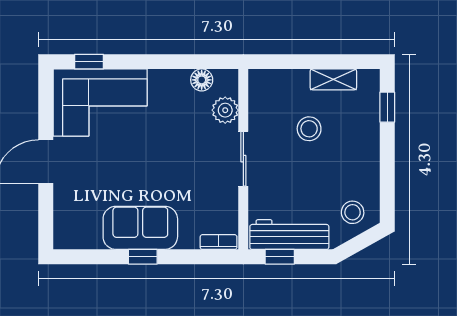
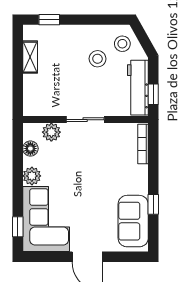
plant: (162, 82) -> (32, 176), added
stool: (309, 129) -> (98, 59), moved
sofa: (140, 228) -> (133, 221), moved
bookcase: (219, 242) -> (143, 144), width x1.56
window: (143, 257) -> (153, 204), moved

